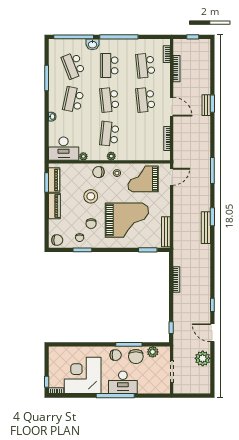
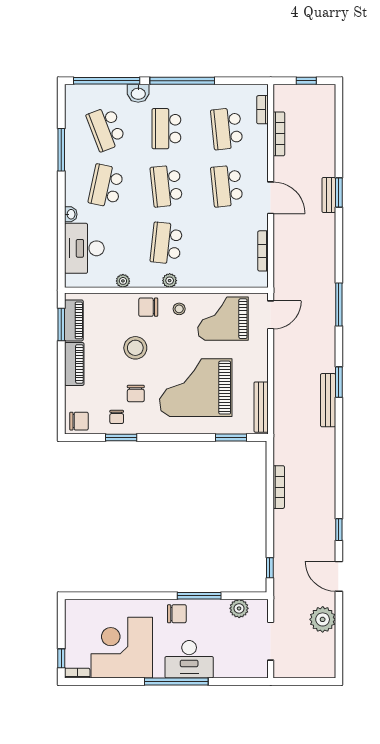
desk: (64, 149) -> (84, 248), moved, turned 90
grand piano: (127, 220) -> (196, 388), turned 180
chair: (136, 357) -> (211, 616), removed

